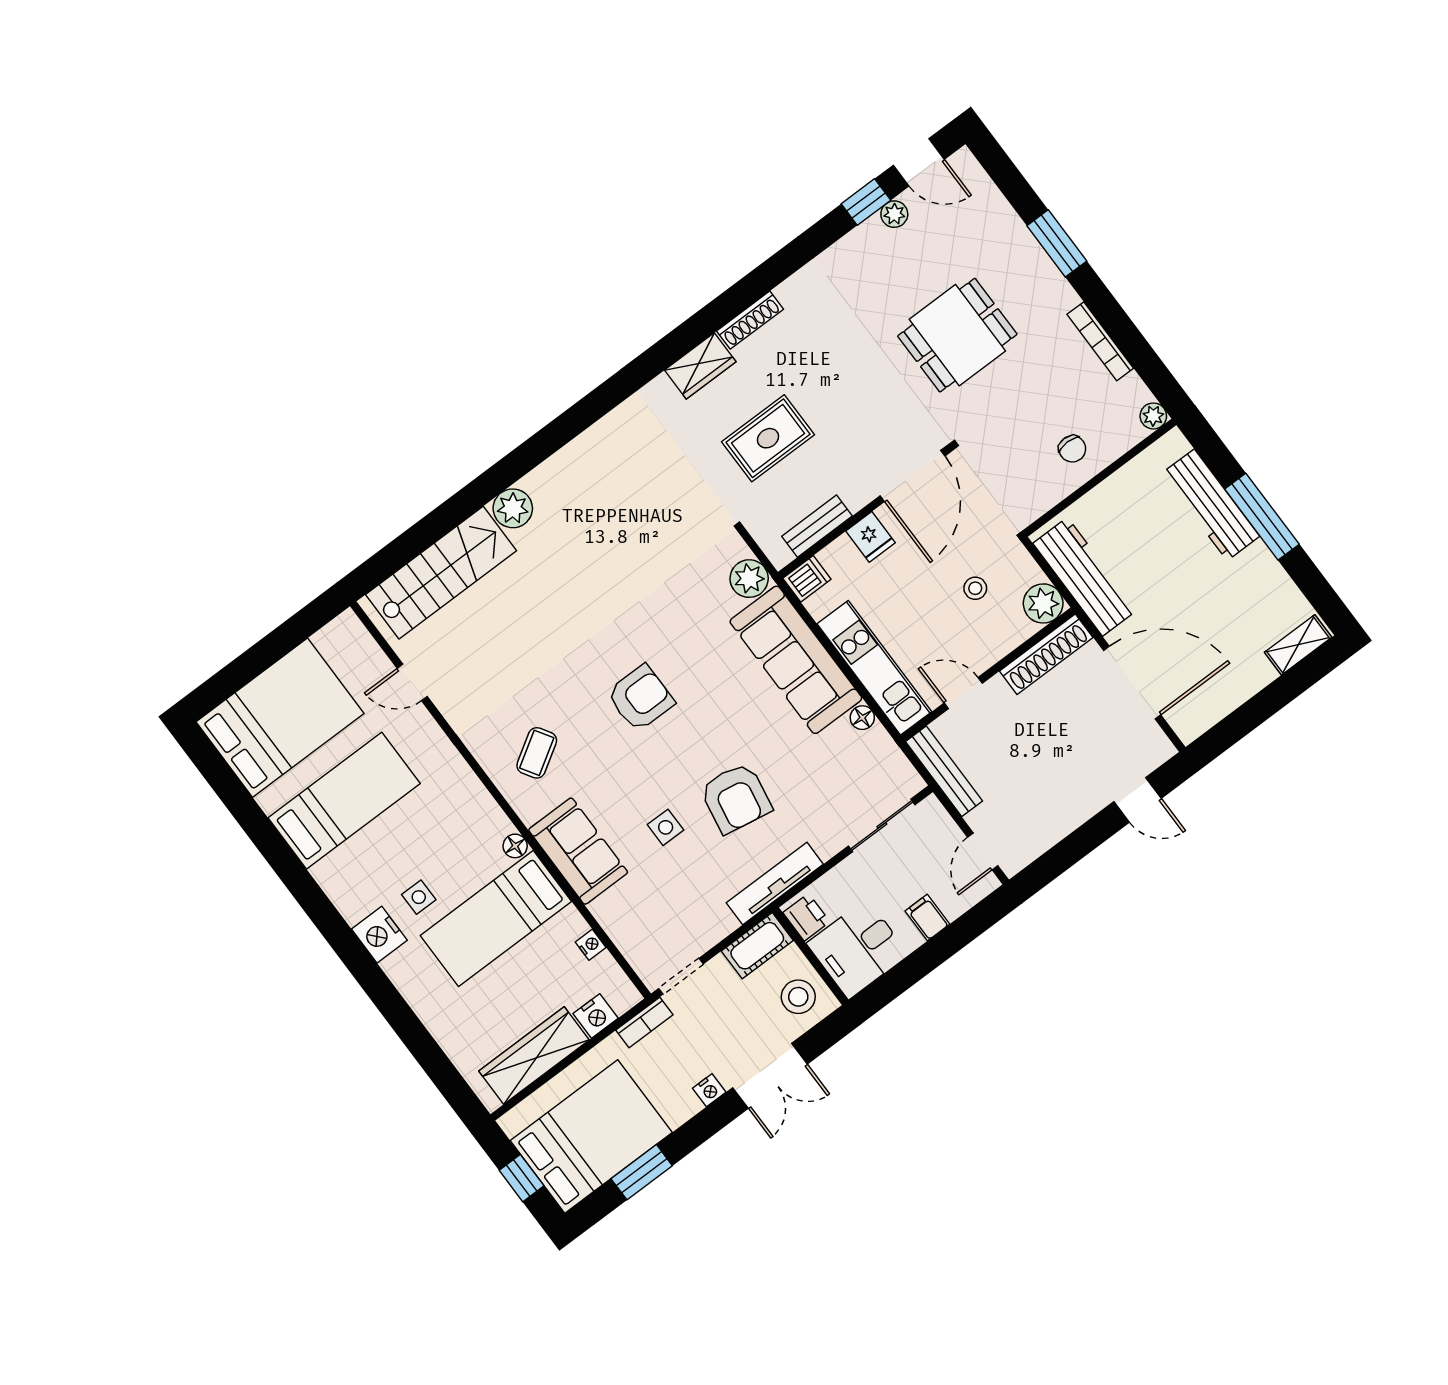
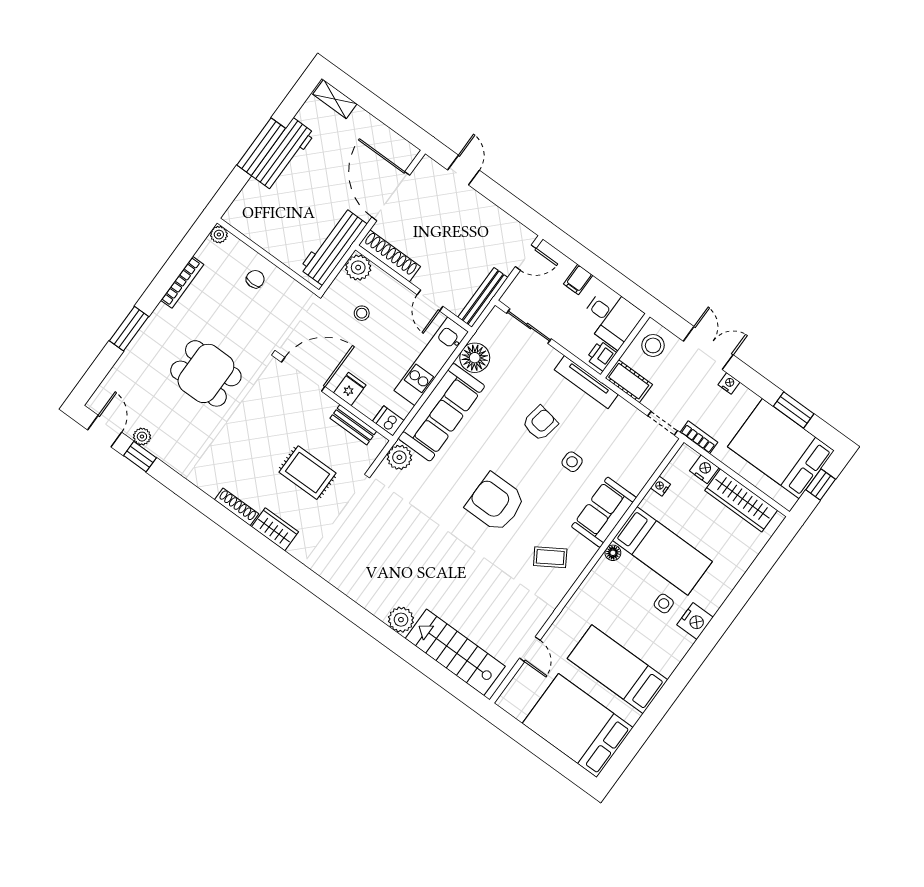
workbench: (1211, 505) -> (283, 154), moved
armchair: (641, 698) -> (496, 502), width x1.36, depth x1.36
floor lamp: (862, 718) -> (475, 358), width x1.89, depth x1.89
armchair: (736, 798) -> (540, 423), width x0.72, depth x0.72

